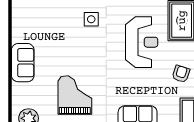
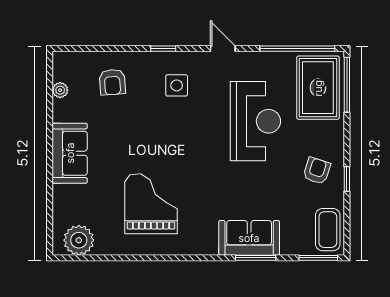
armchair: (50, 17) -> (112, 82), added
plant: (17, 22) -> (60, 90), added

